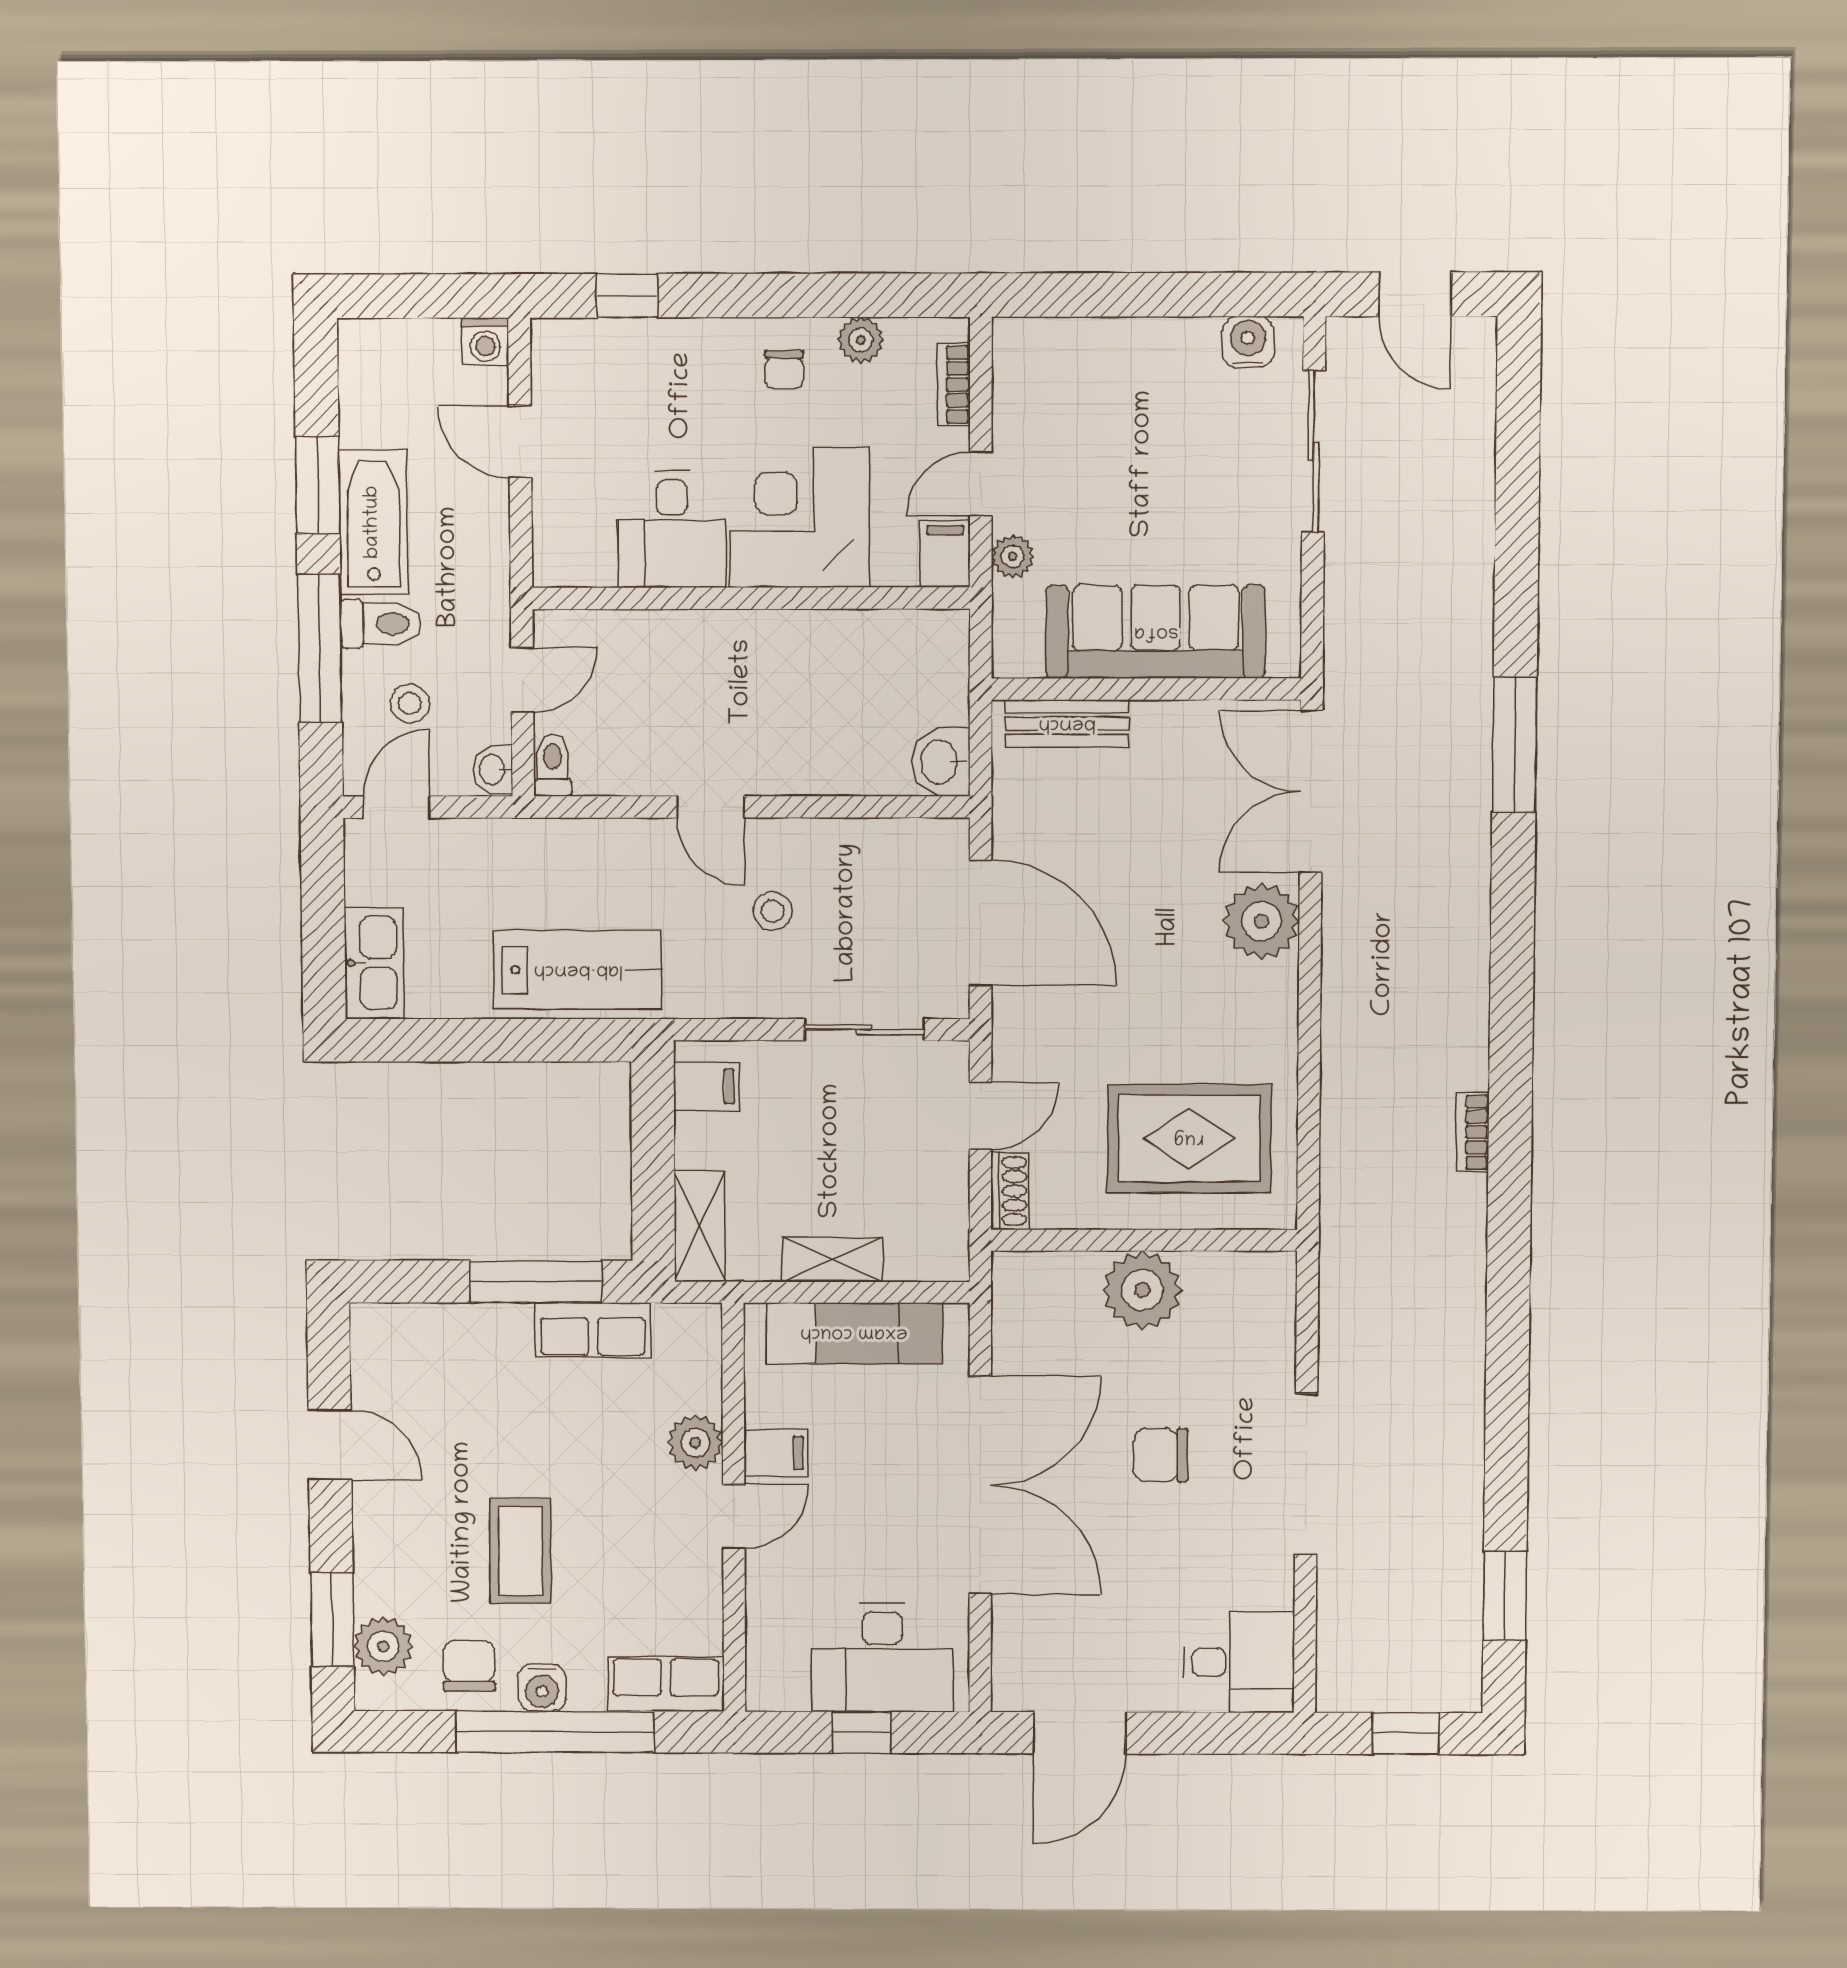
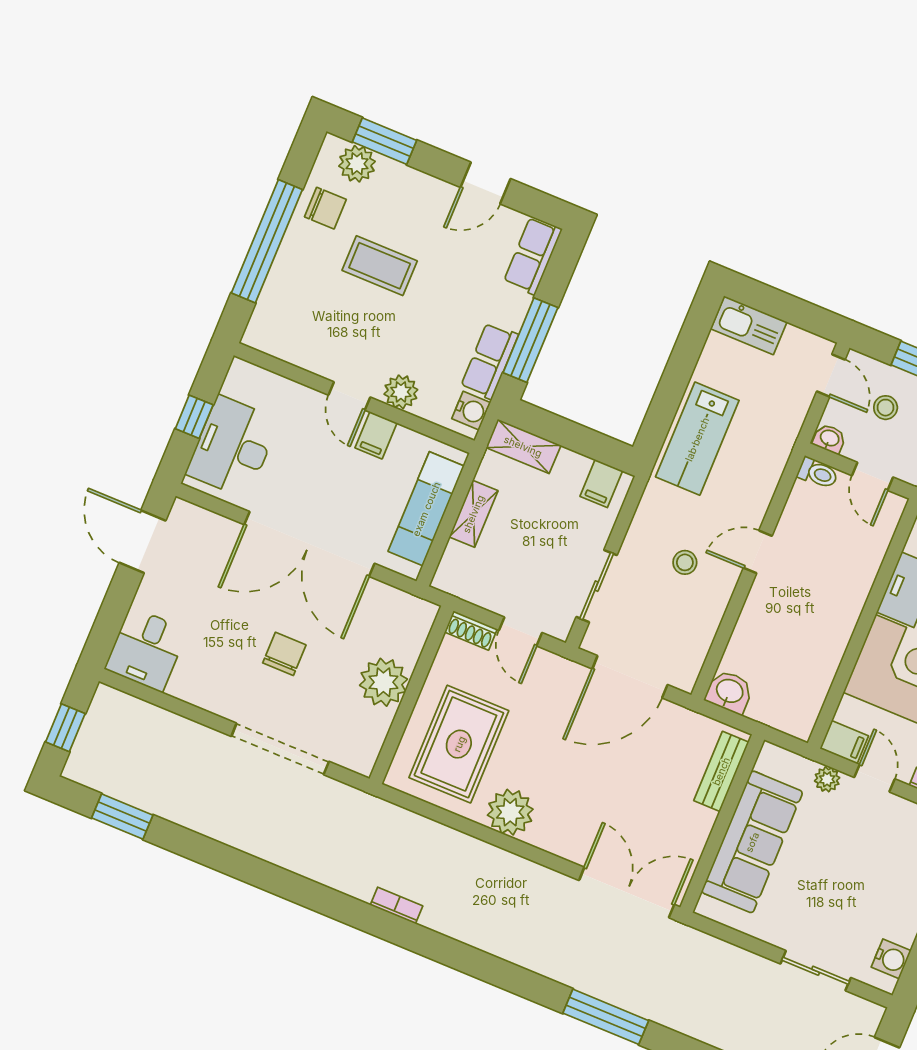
sliding door: (1314, 451) -> (816, 971), width x0.73
plant: (1261, 921) -> (510, 812), moved
doorway: (1306, 1474) -> (280, 749), moved
row of seats: (666, 1684) -> (533, 256), moved, turned 180
water cooler: (542, 1688) -> (471, 411), moved, turned 180

